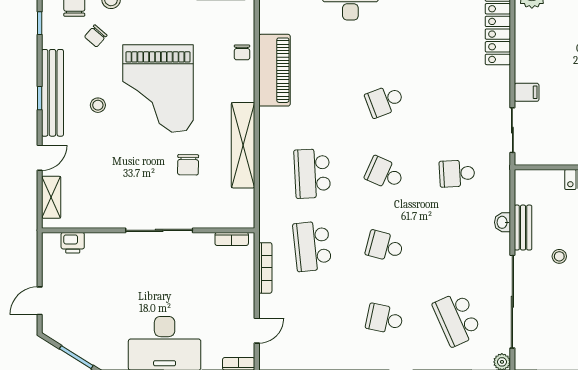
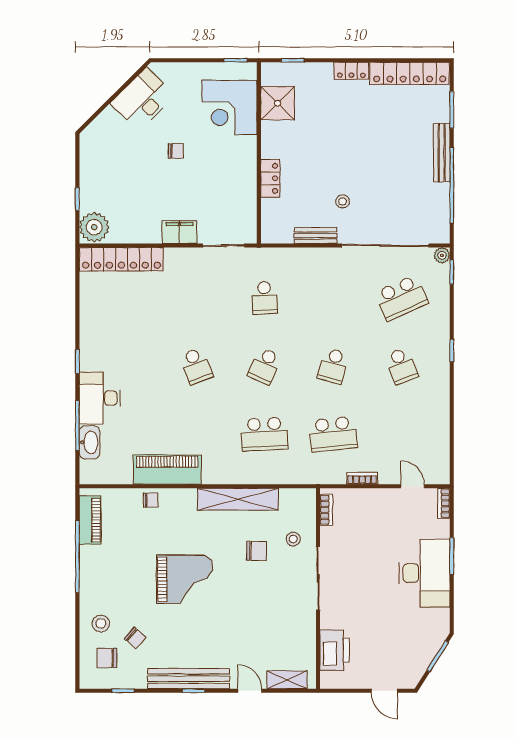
grand piano: (158, 89) -> (185, 579), width x0.73, depth x0.68
filing cabinet: (527, 92) -> (179, 232), width x2.00
stool: (98, 105) -> (293, 539), moved
washbasin: (503, 222) -> (311, 255), removed
printer: (73, 243) -> (335, 650), width x1.87, depth x1.48
bookcase: (265, 268) -> (362, 478), width x0.64
school desk: (385, 319) -> (402, 366), turned -33

